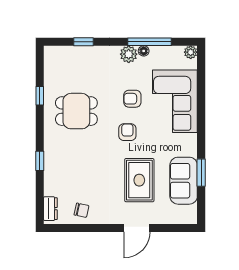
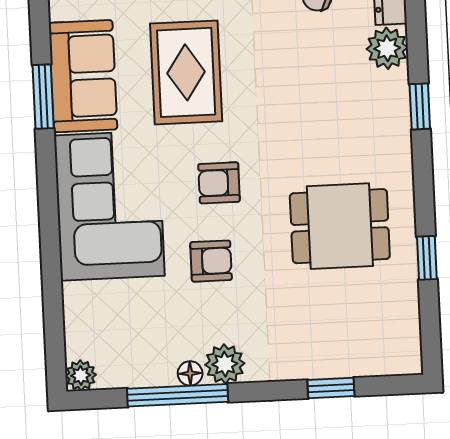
corner sofa: (175, 101) -> (109, 206), moved
armchair: (127, 132) -> (219, 183), turned 90
plant: (53, 186) -> (387, 48), added

